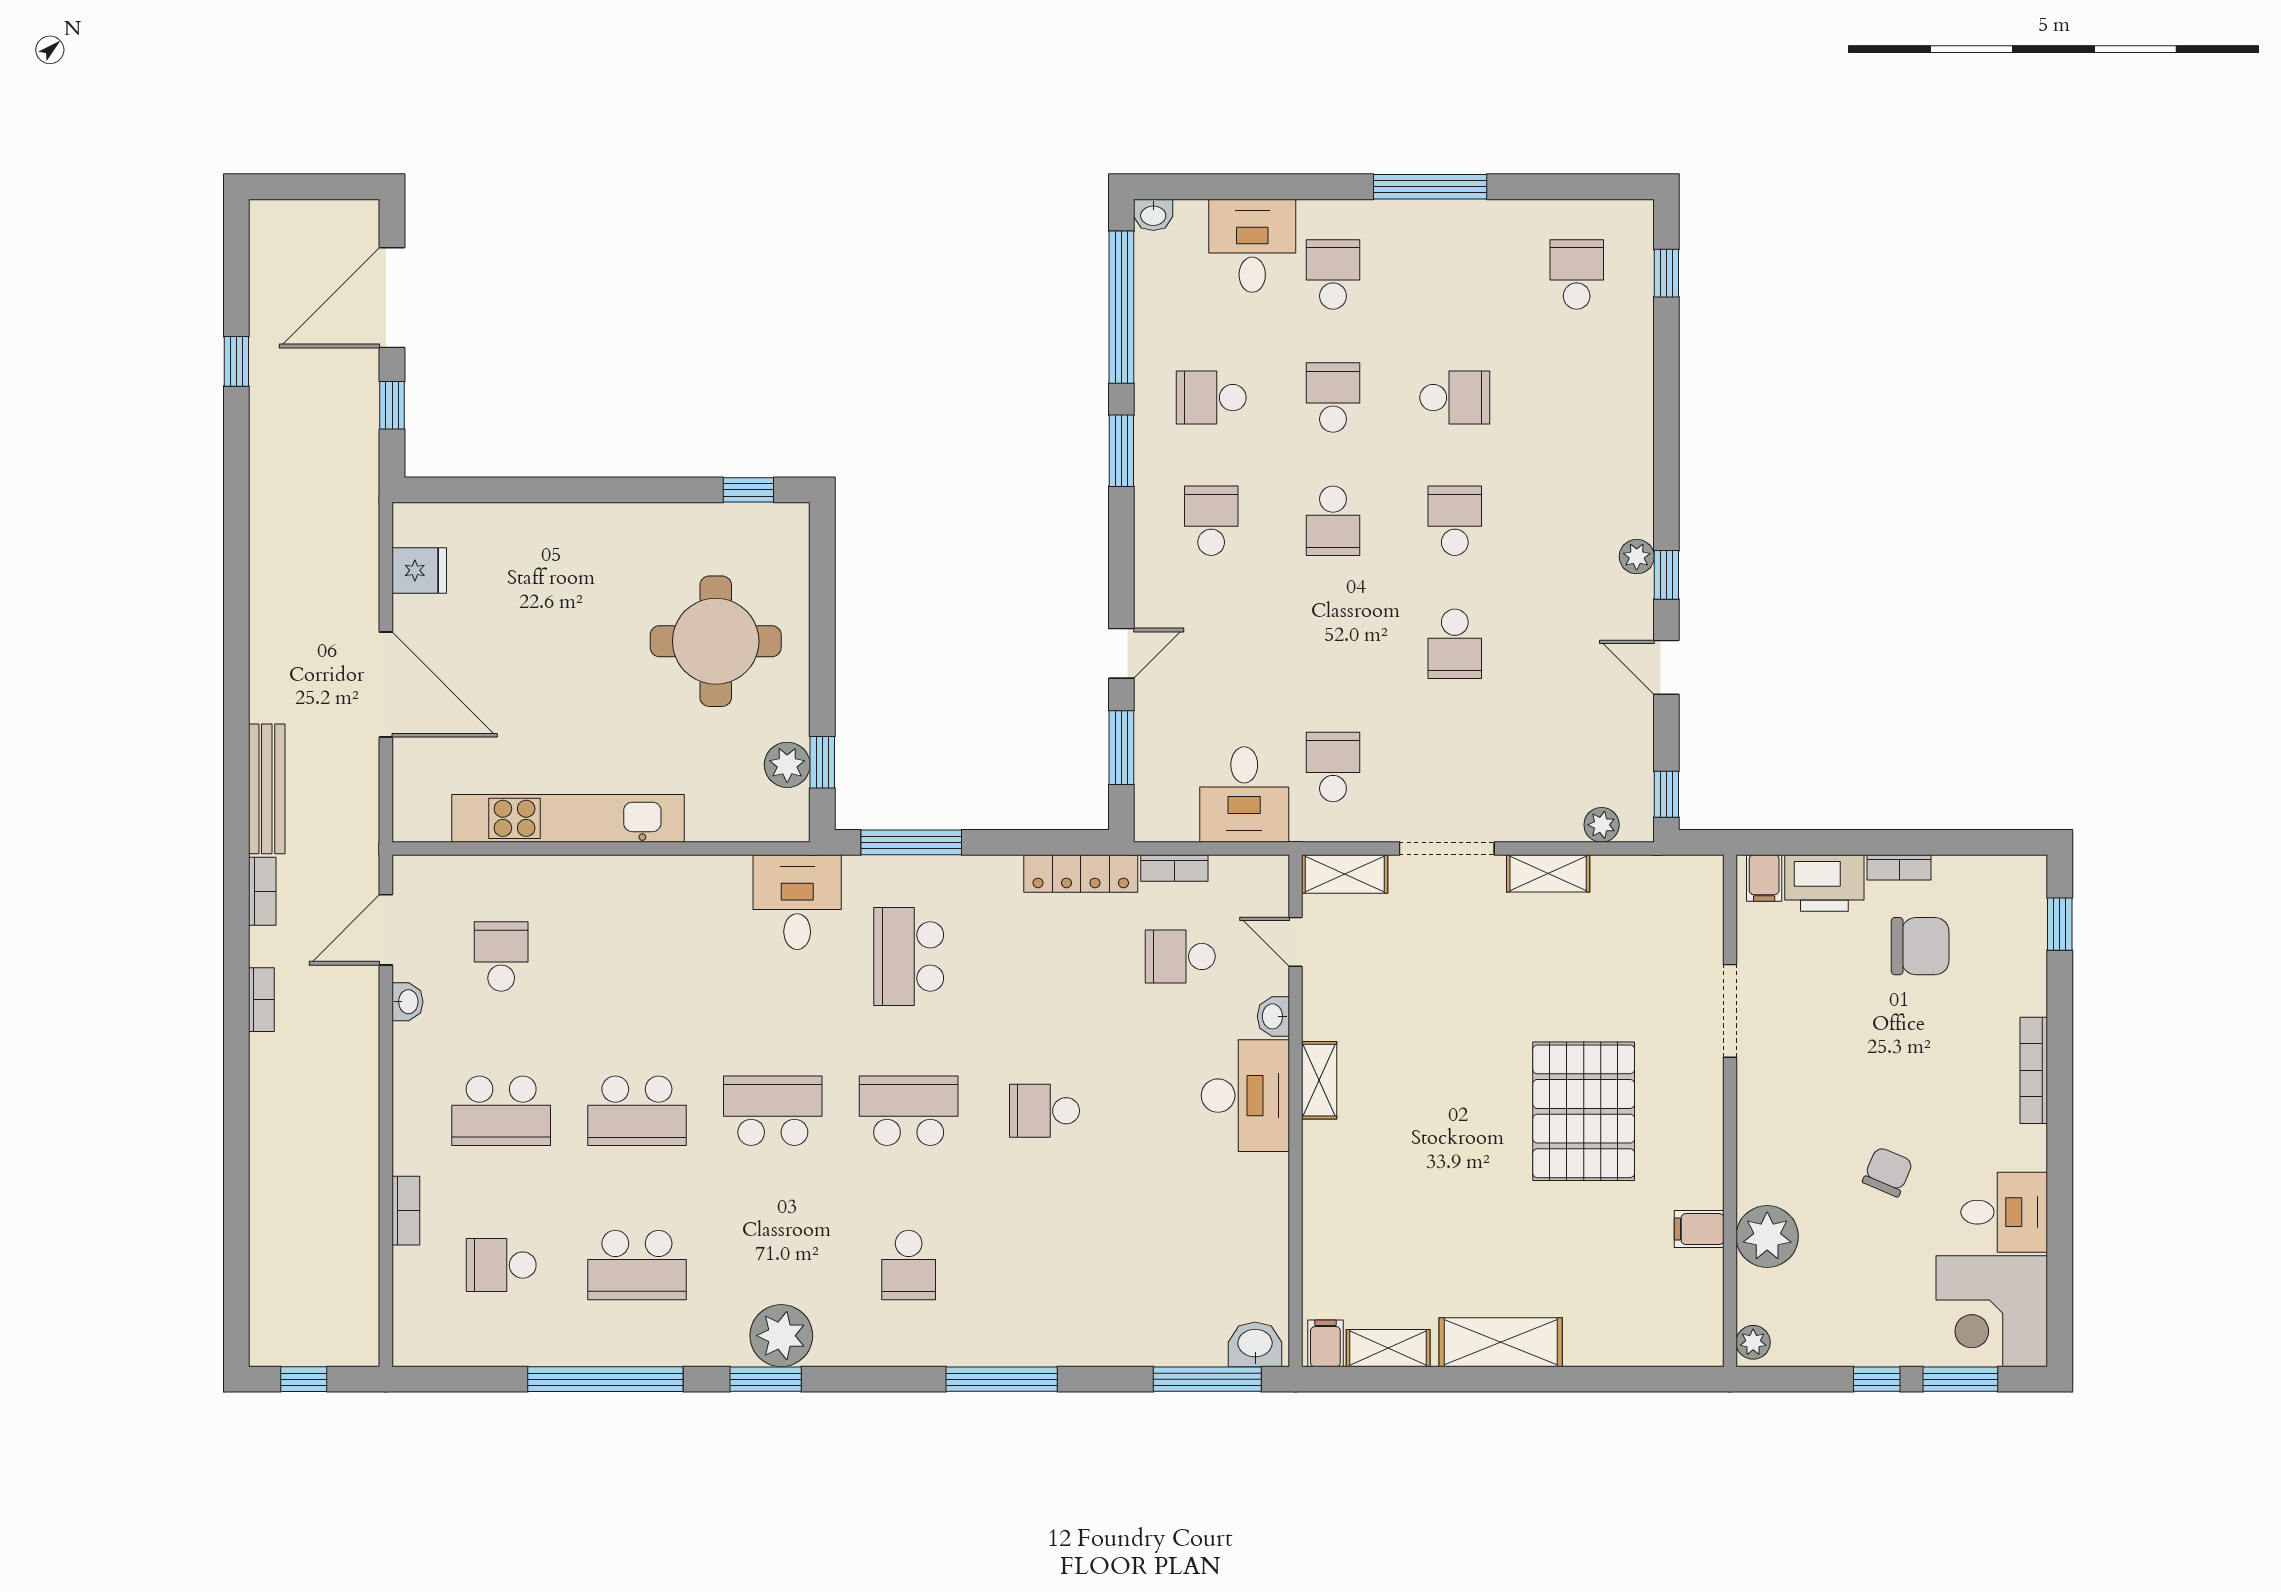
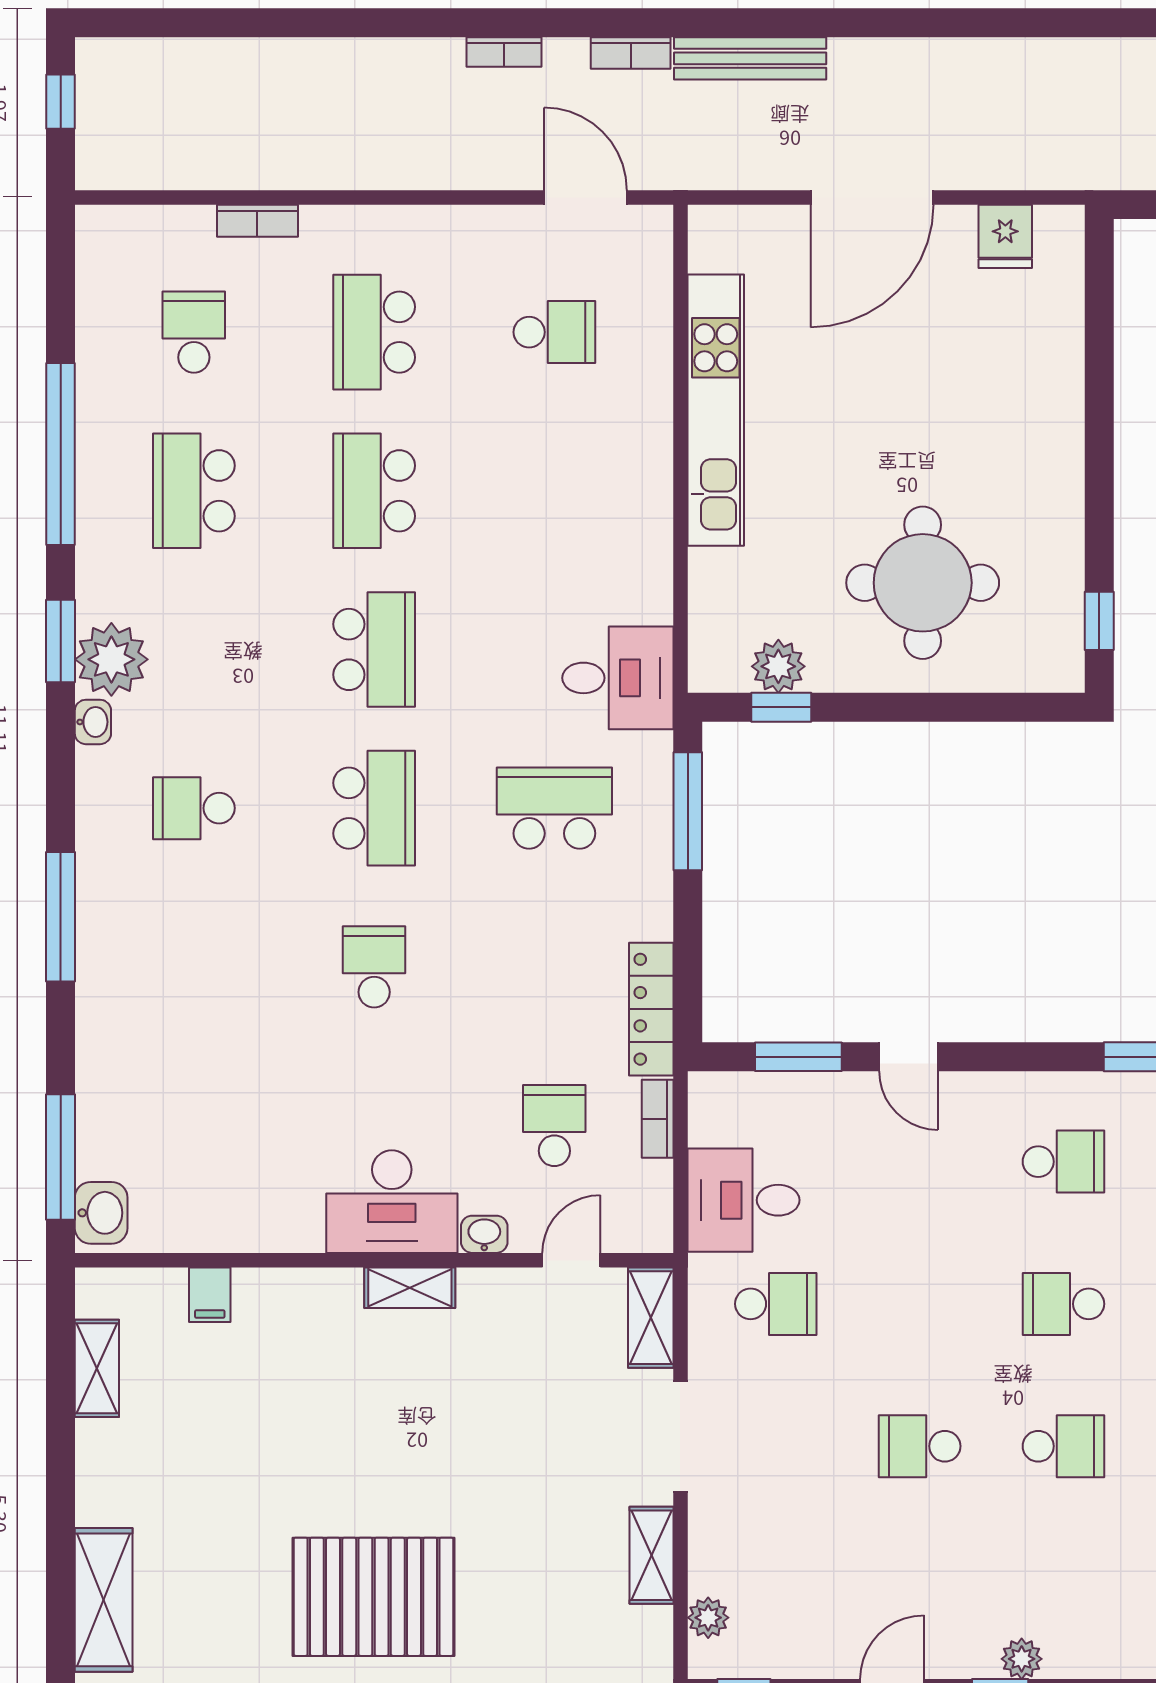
washbasin: (407, 1002) -> (93, 722), moved, turned -90
shelving: (1501, 1342) -> (104, 1600), moved
filing cabinet: (1325, 1343) -> (210, 1295), moved, turned 90

